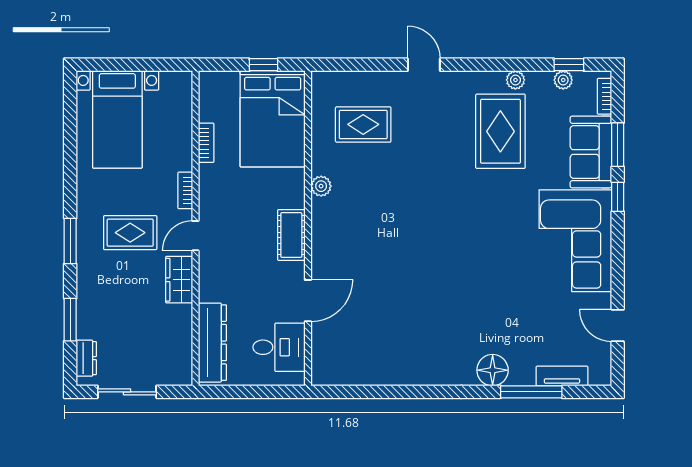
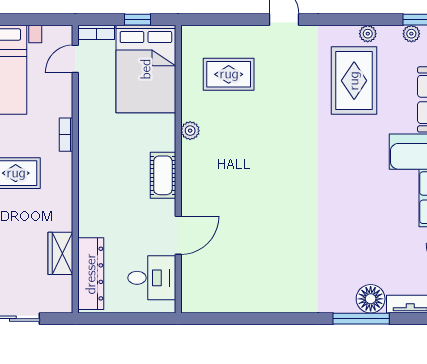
bookcase: (206, 143) -> (97, 32), moved, turned 90
door: (195, 236) -> (75, 59), moved
wardrobe: (179, 280) -> (60, 253), moved
floor lamp: (493, 370) -> (371, 299), moved
window: (531, 392) -> (361, 319), moved

